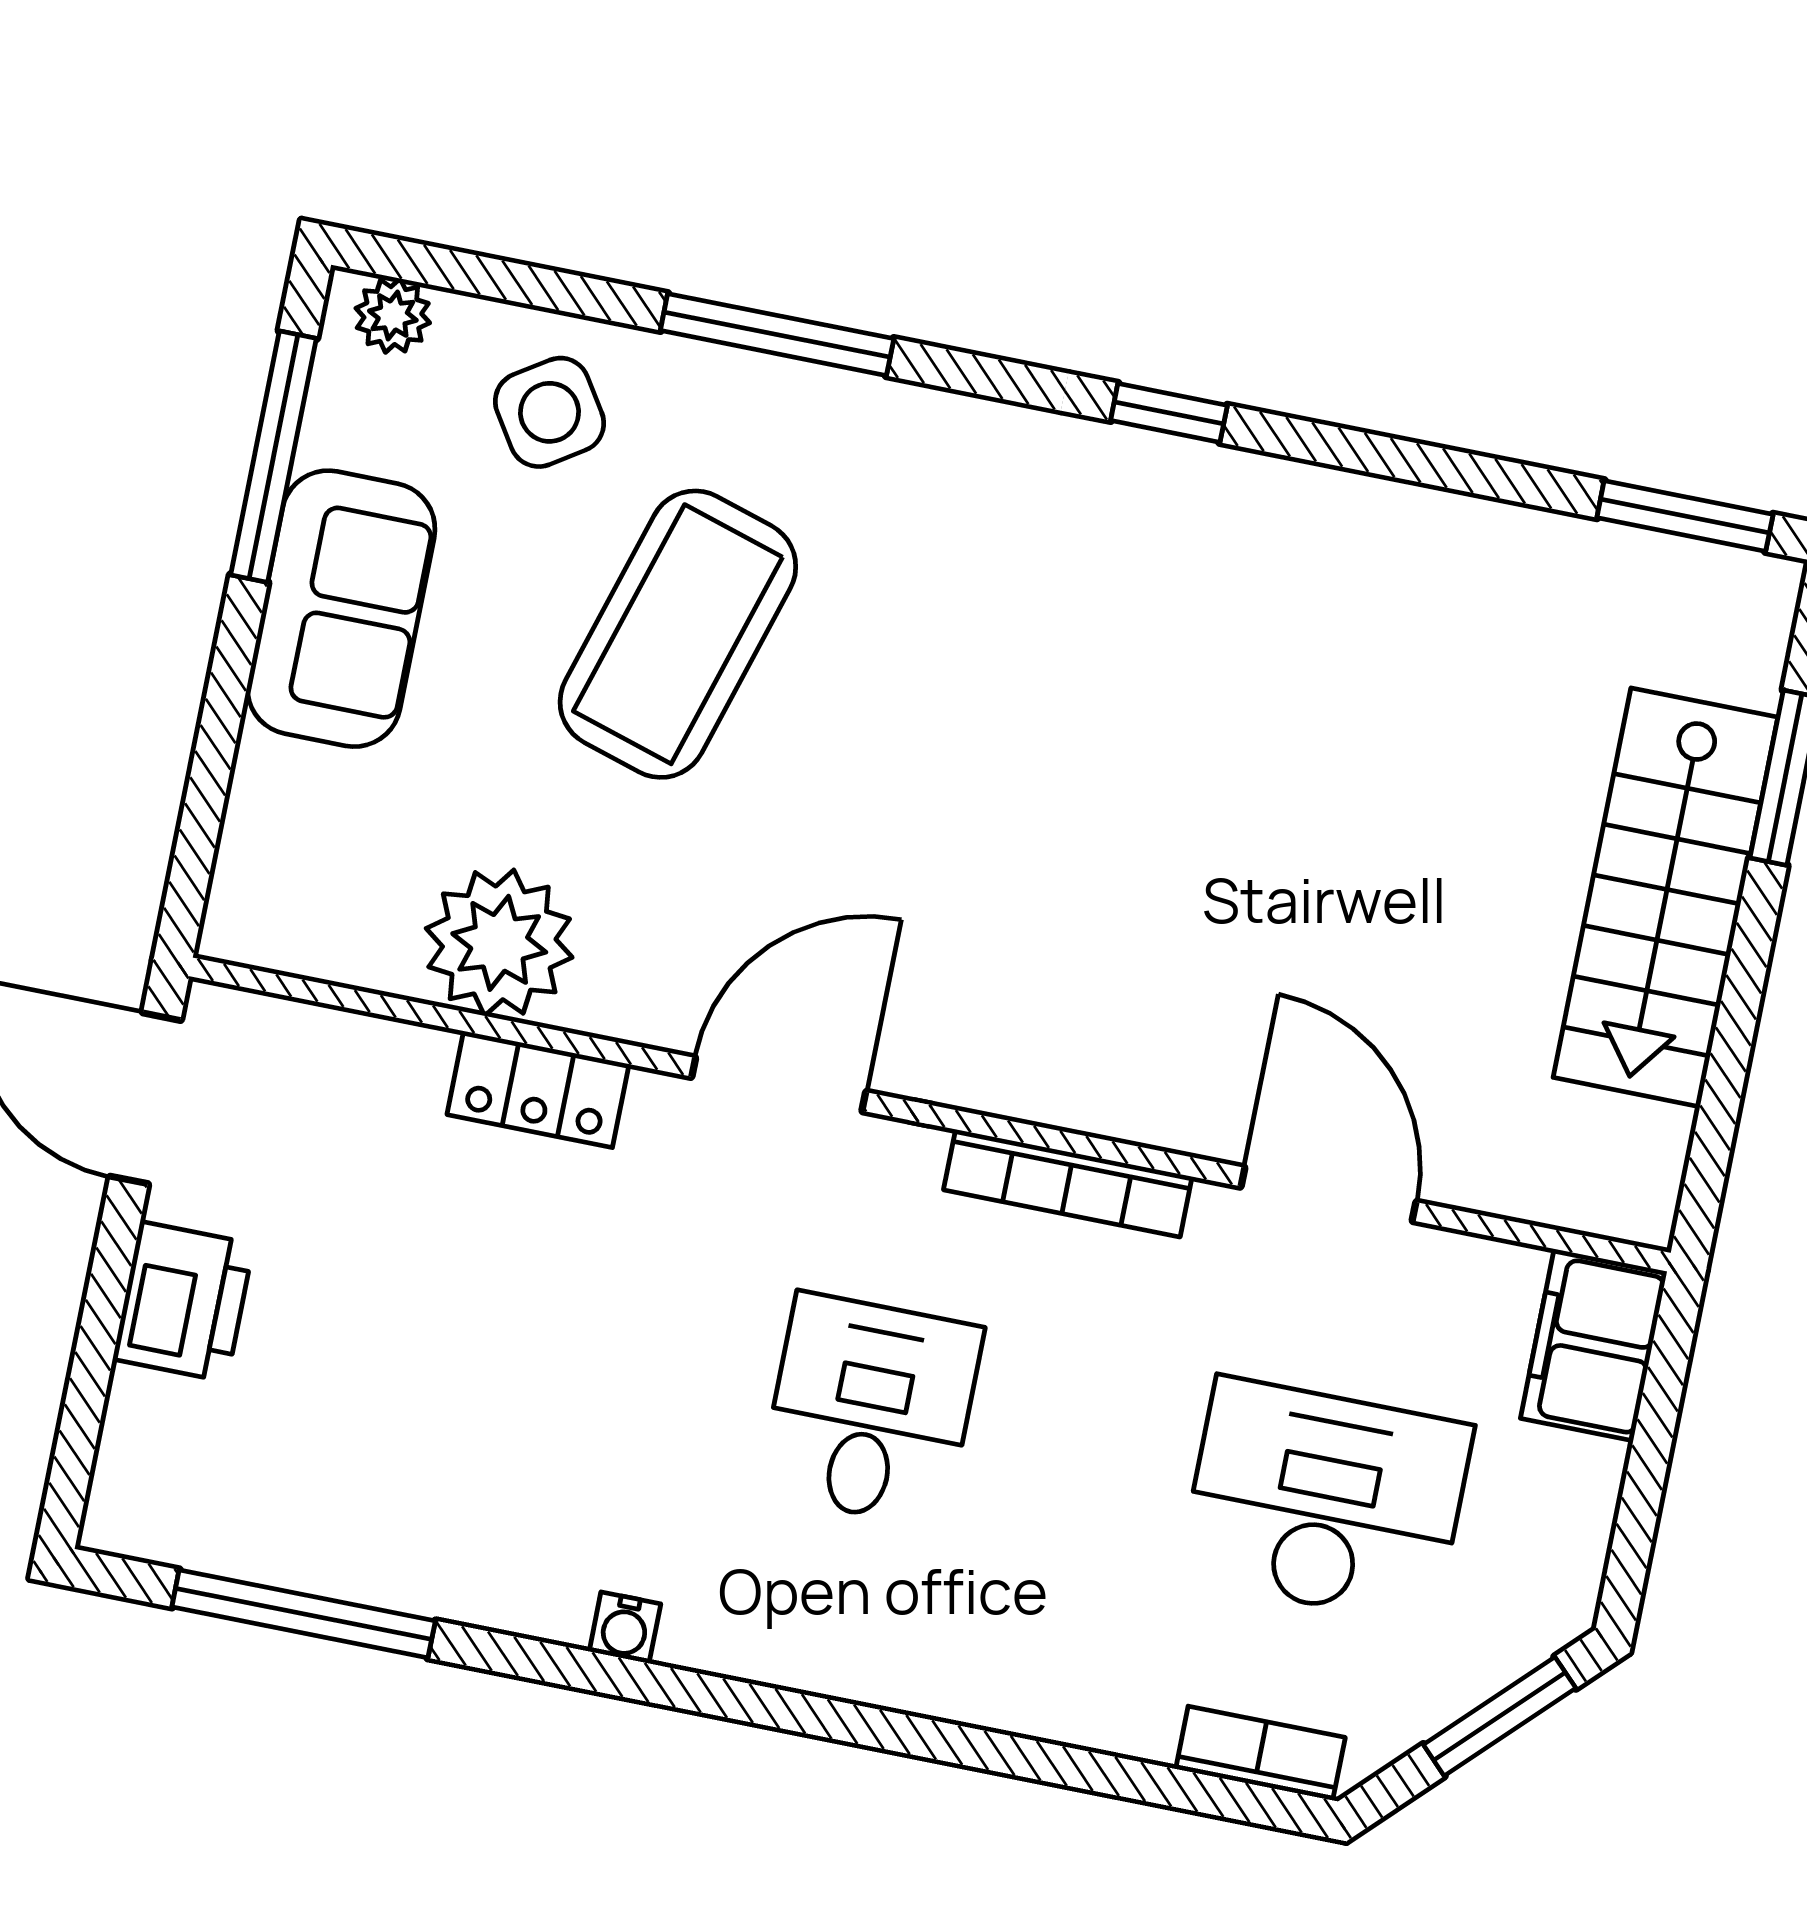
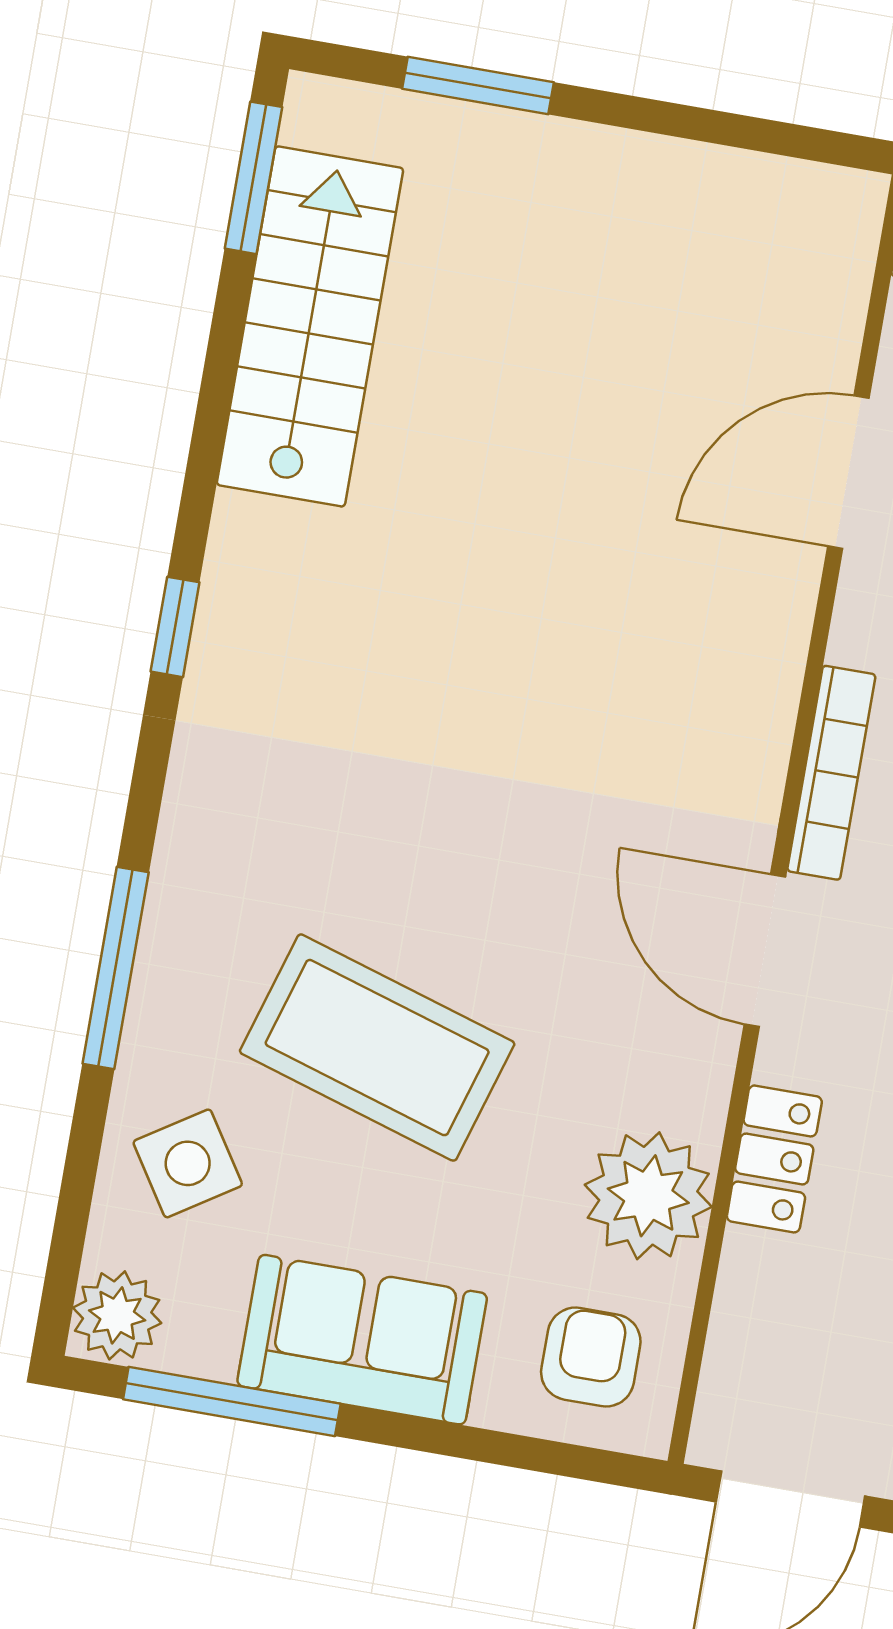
plant: (393, 316) -> (117, 1315), width x1.38, depth x1.38
armchair: (315, 872) -> (591, 1357), added
stairs: (1666, 897) -> (310, 326), moved, turned -90
bookcase: (1068, 1183) -> (831, 773), moved

